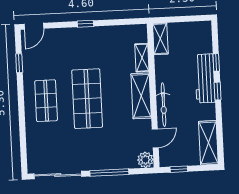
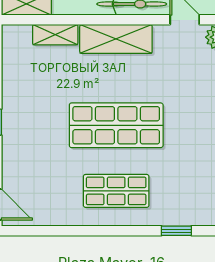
window: (19, 63) -> (176, 231), moved

